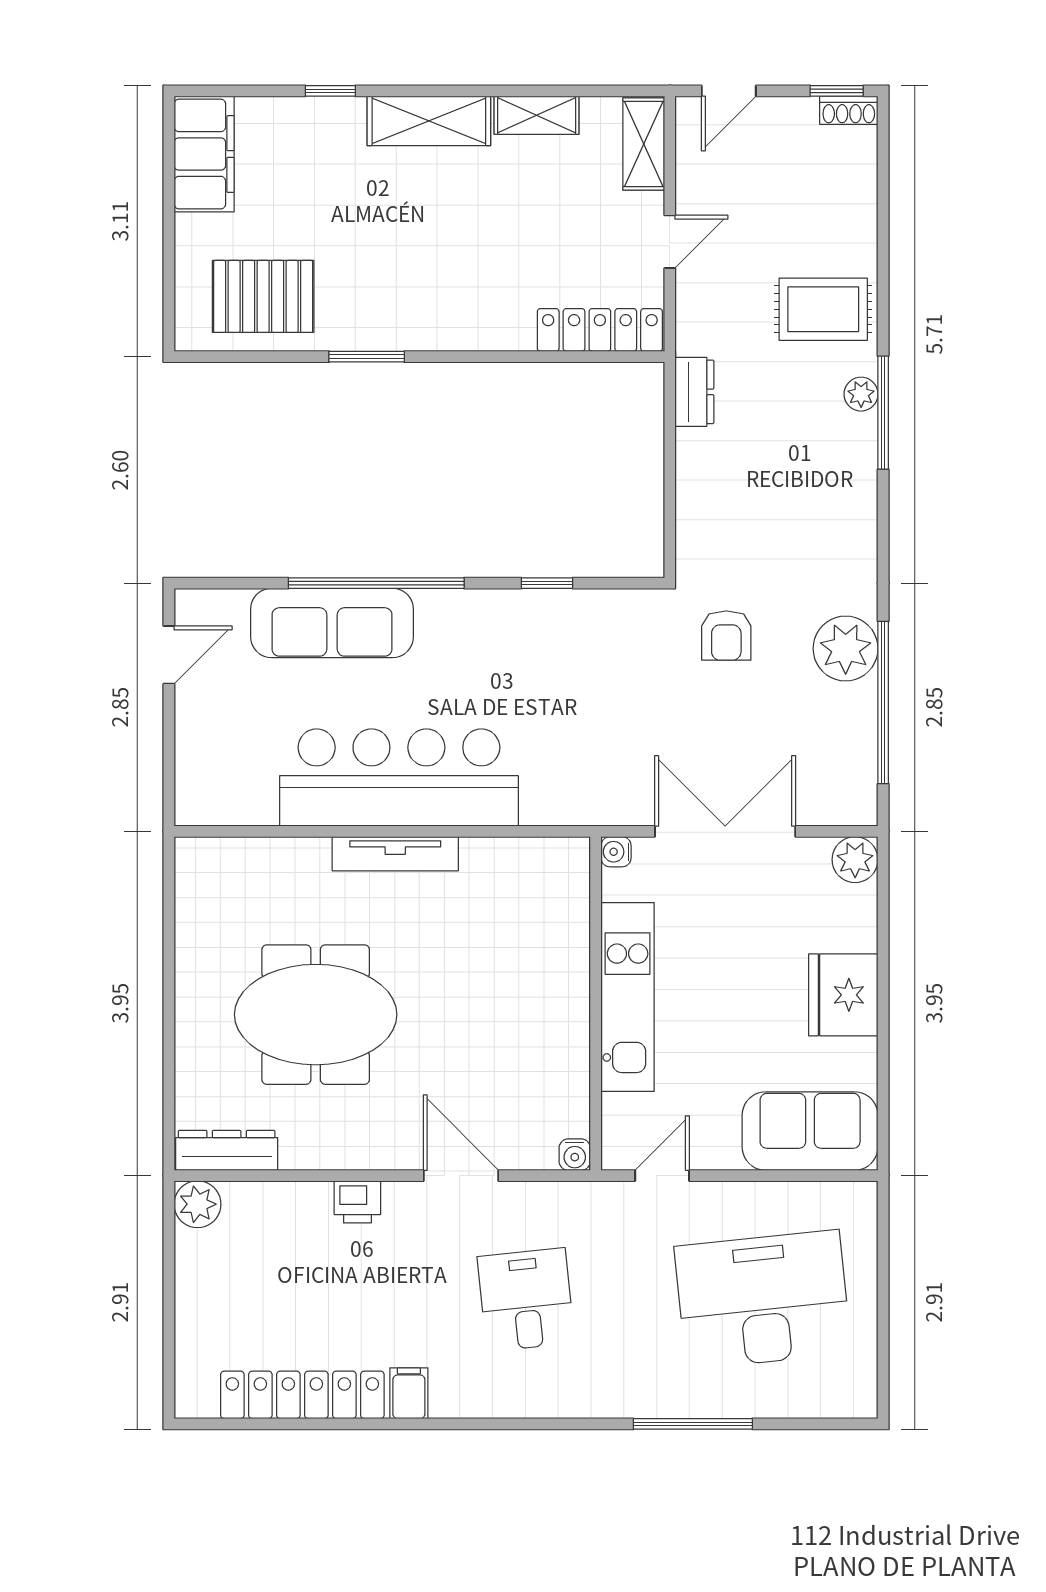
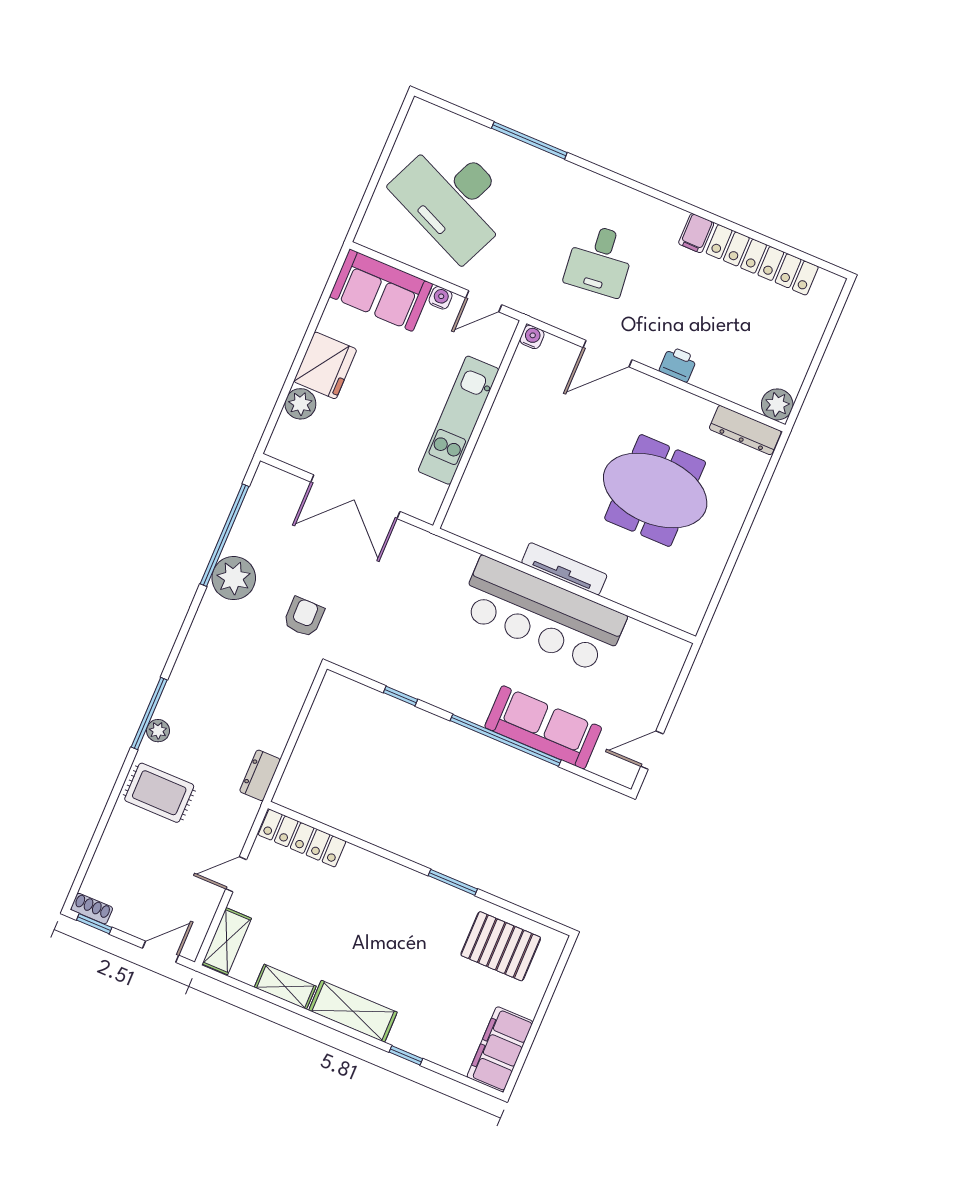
water cooler: (616, 852) -> (441, 298), moved, turned -90
plant: (855, 860) -> (300, 404), moved
door: (461, 1176) -> (608, 354), hinge flipped
desk: (763, 1300) -> (454, 199), turned 30

